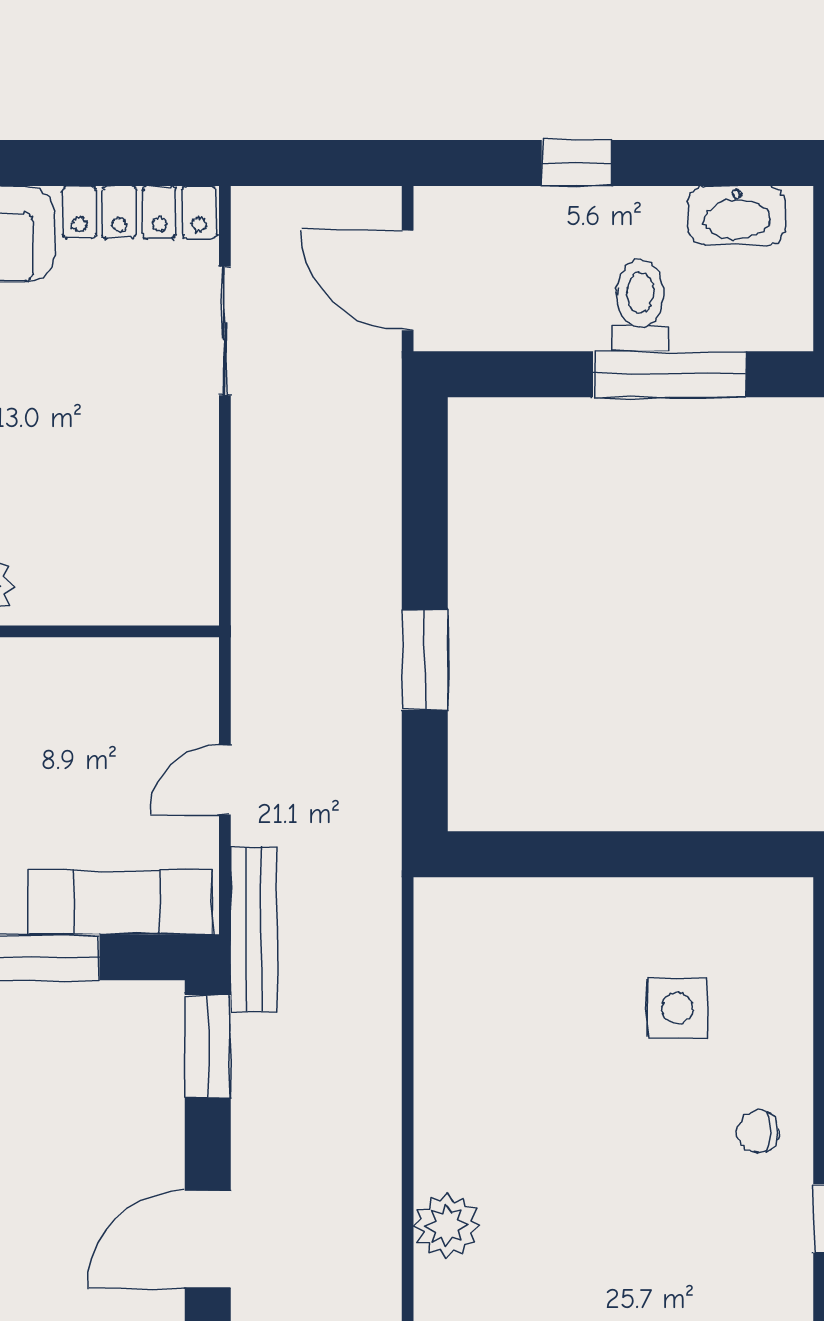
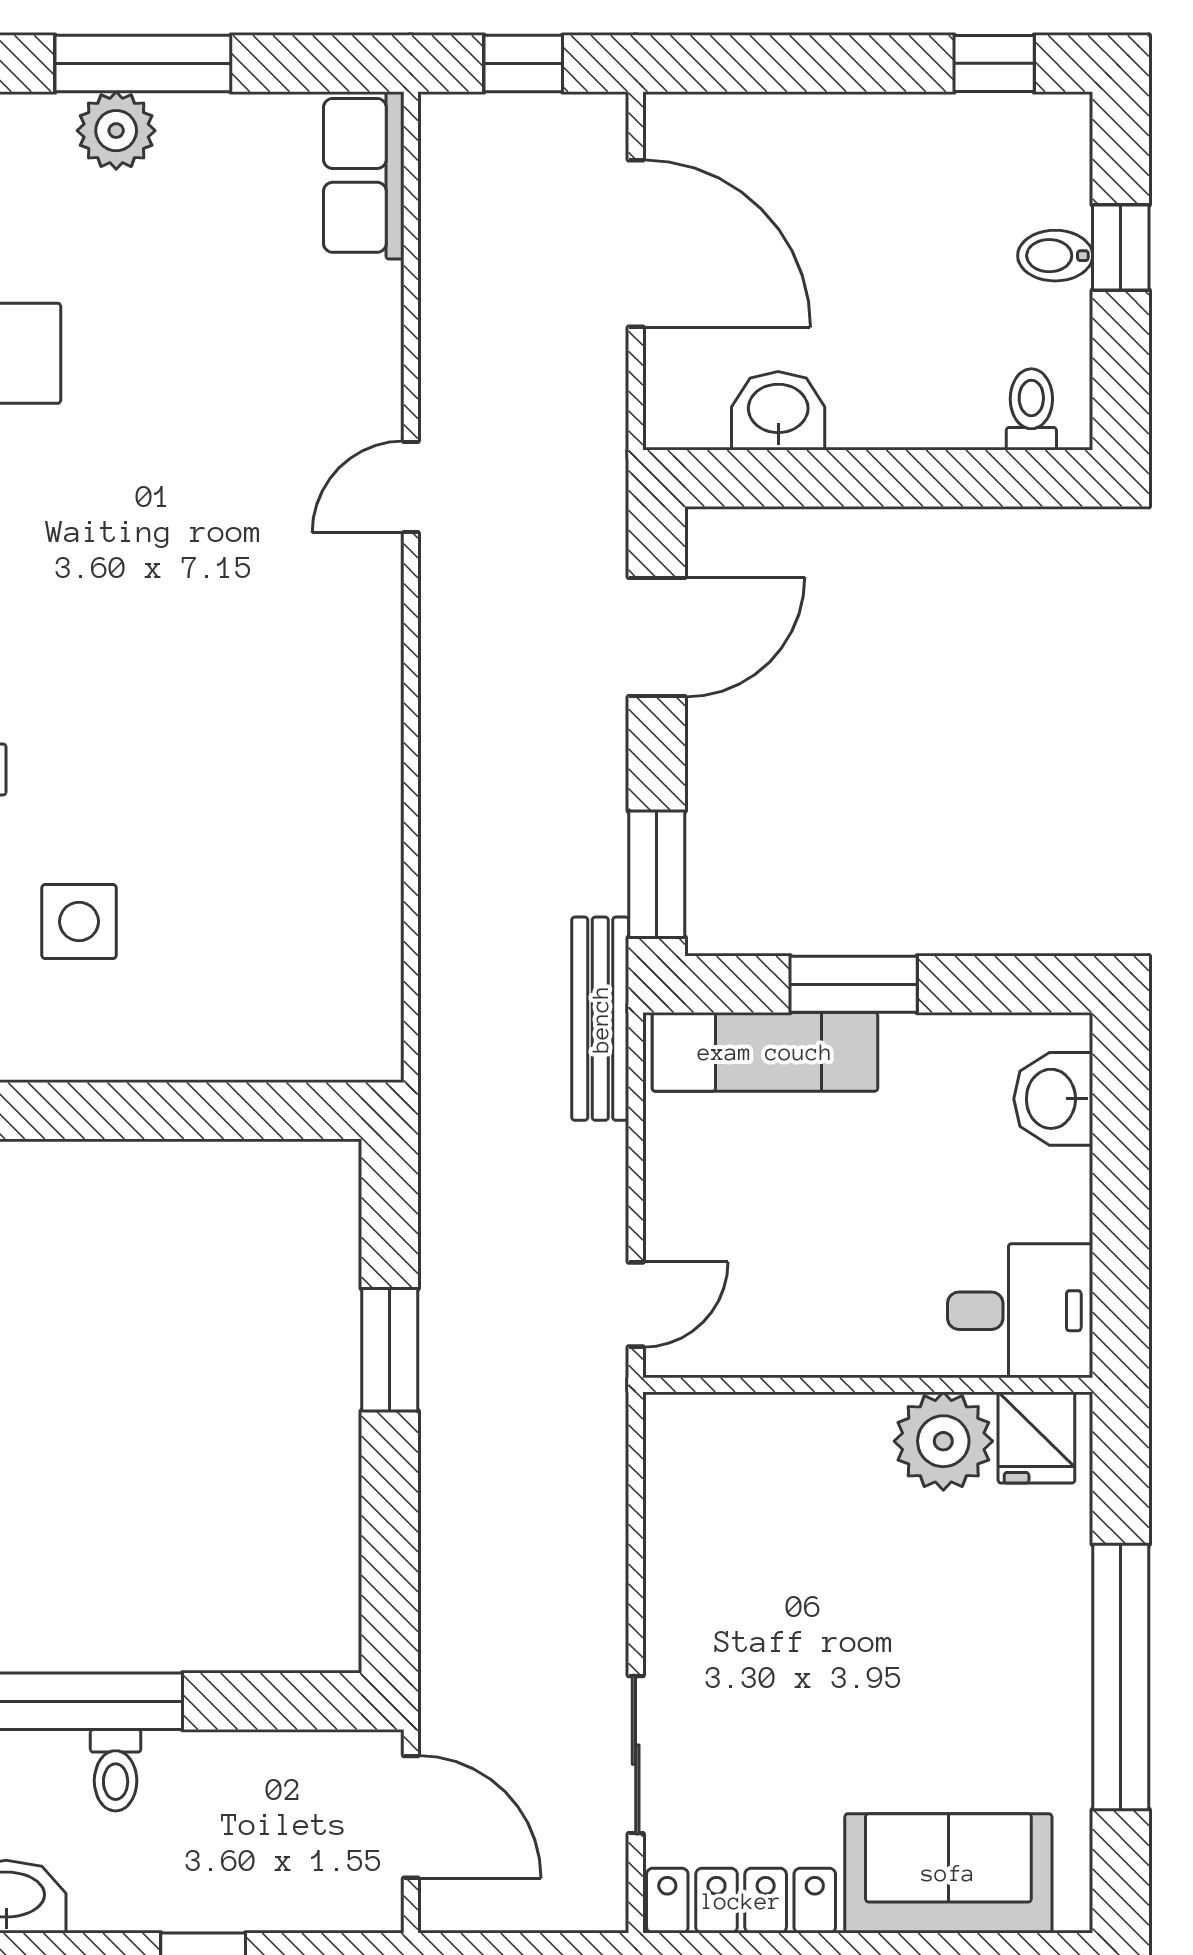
toilet: (640, 305) -> (116, 1770), width x0.73, depth x0.72
door: (225, 780) -> (636, 1304), moved
plant: (447, 1226) -> (363, 654), removed

